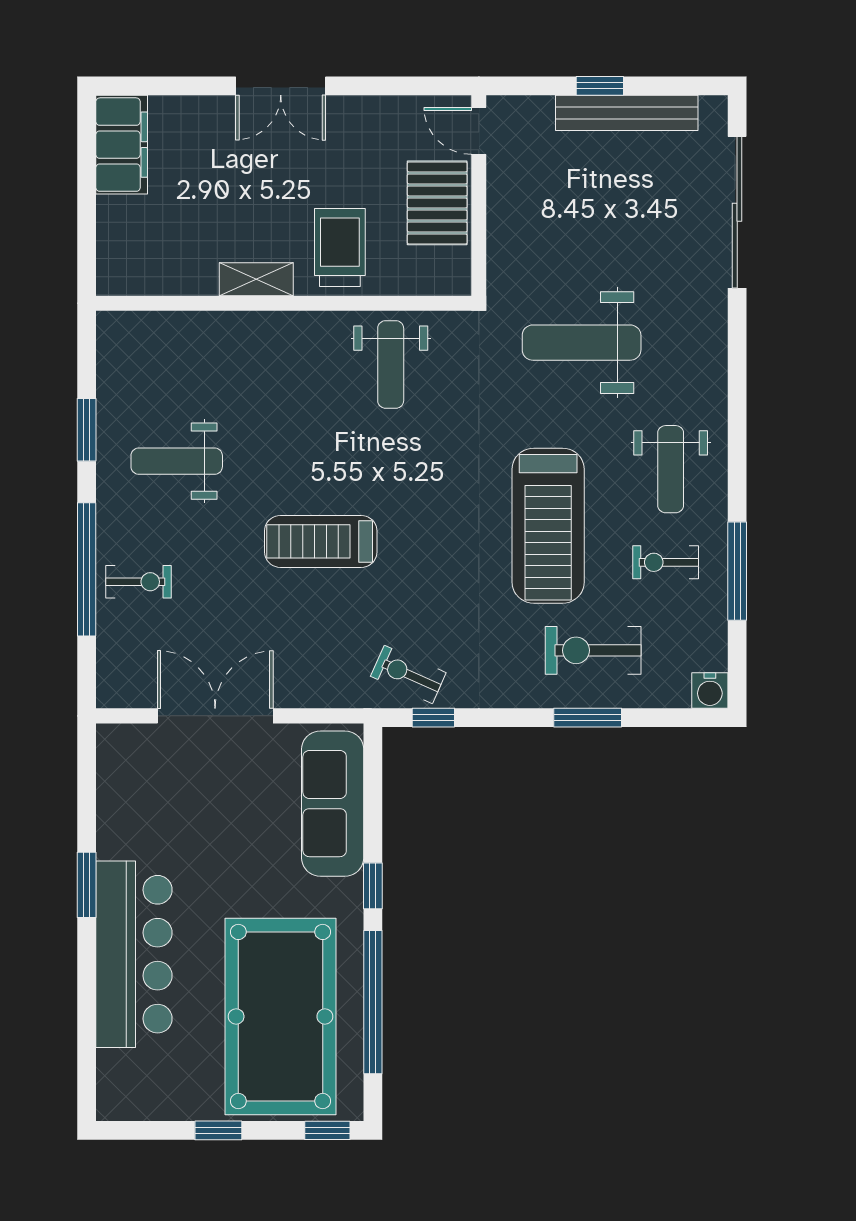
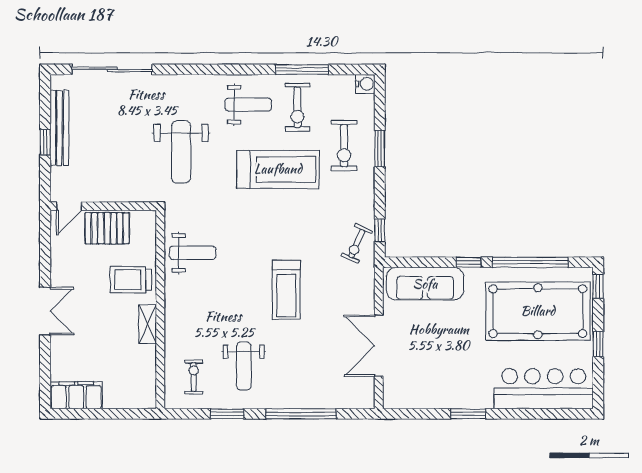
exercise bike: (666, 562) -> (297, 107), width x1.38, depth x1.39
exercise bike: (139, 582) -> (194, 377), moved
bar counter: (134, 954) -> (544, 389), moved

